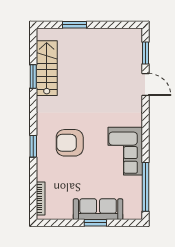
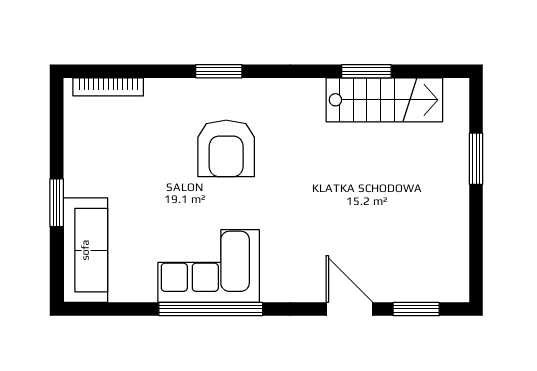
door: (146, 84) -> (349, 309), swing flipped
armchair: (70, 143) -> (226, 148), turned 180
window: (146, 187) -> (211, 309), moved
sofa: (98, 209) -> (85, 250), moved

